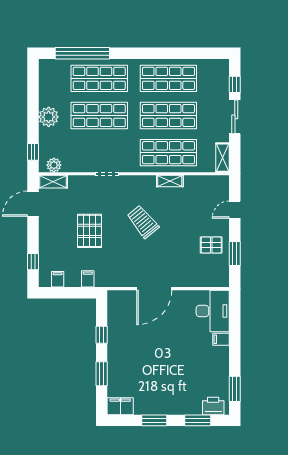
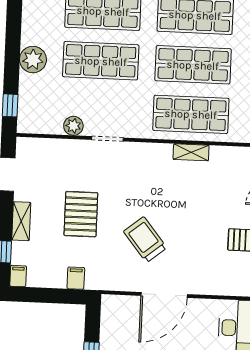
plant: (54, 165) -> (73, 126), moved
shelving: (53, 182) -> (21, 221), moved, turned 90
trolley: (143, 222) -> (145, 240), moved
filing cabinet: (58, 279) -> (18, 276), moved

